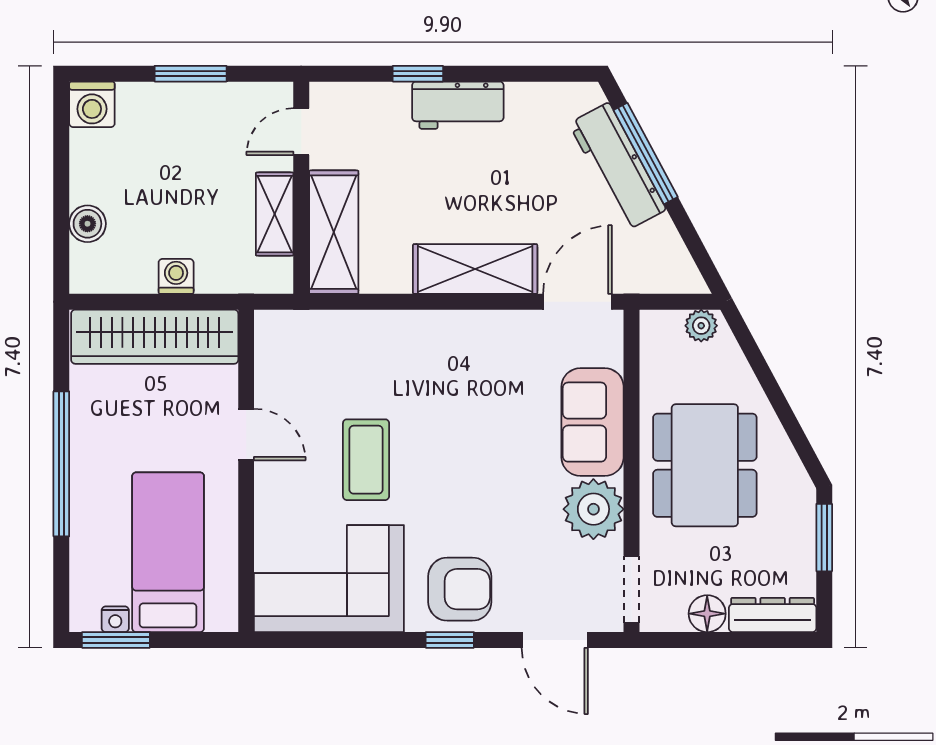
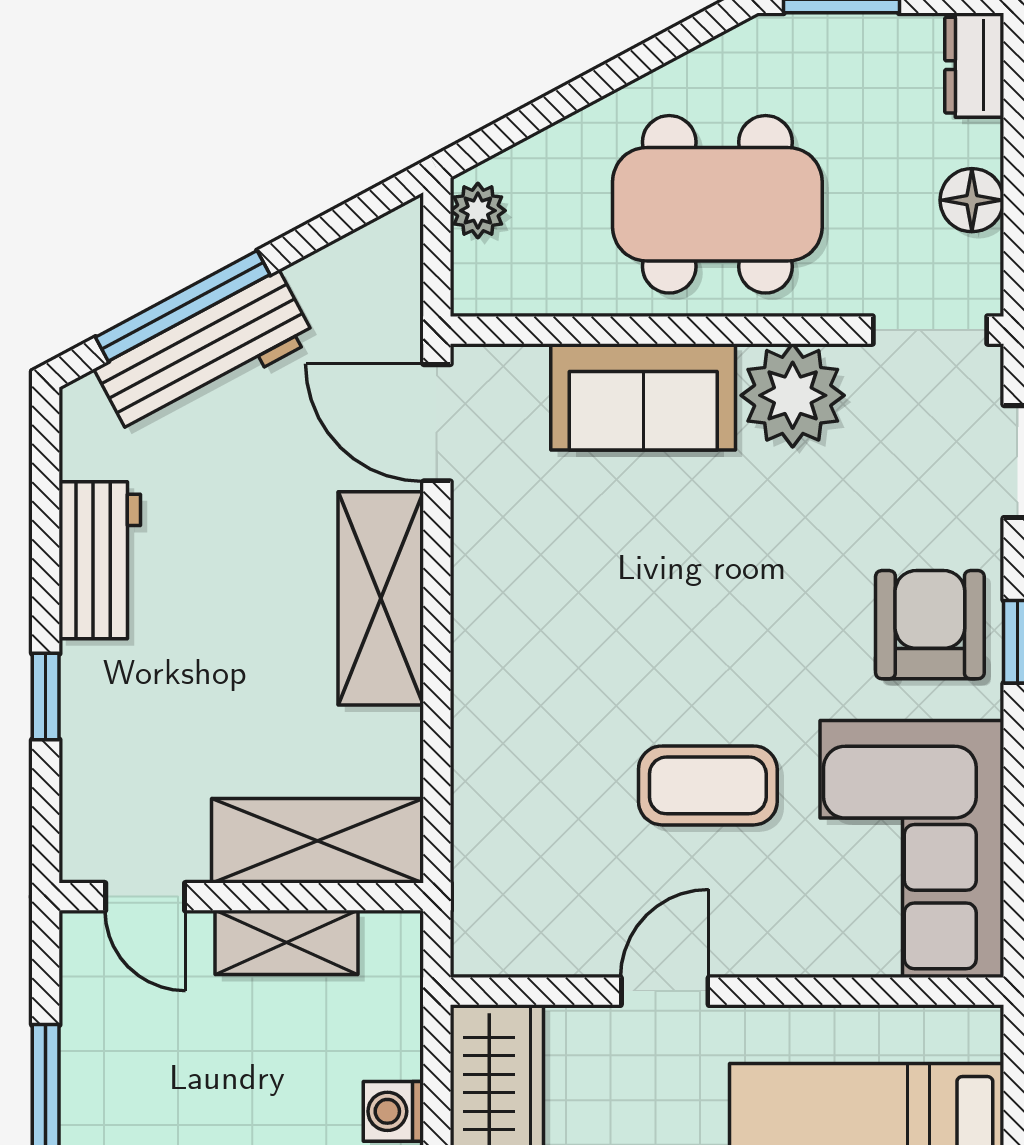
workbench: (458, 105) -> (100, 560), moved
dresser: (773, 615) -> (974, 65), width x0.70

